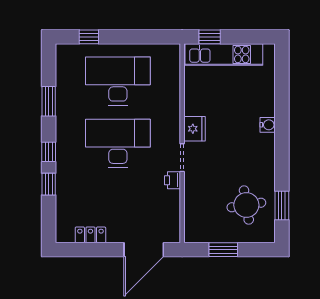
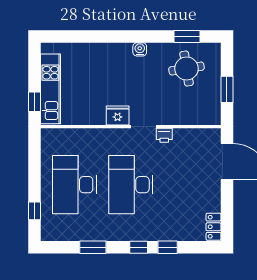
water cooler: (268, 125) -> (140, 49), moved
locker: (90, 235) -> (214, 227), moved

